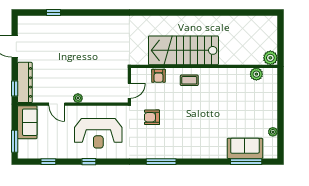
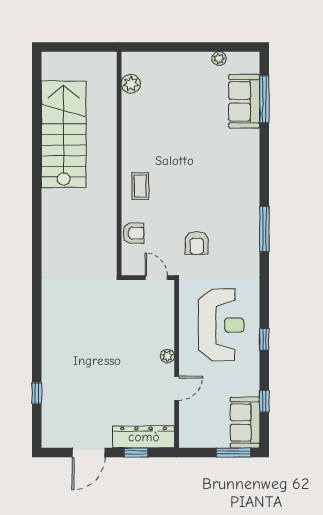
stairs: (183, 50) -> (64, 134), moved, turned 180
plant: (270, 58) -> (106, 62), removed
window: (15, 89) -> (136, 453), moved
sofa: (27, 122) -> (245, 423), moved, turned -90

